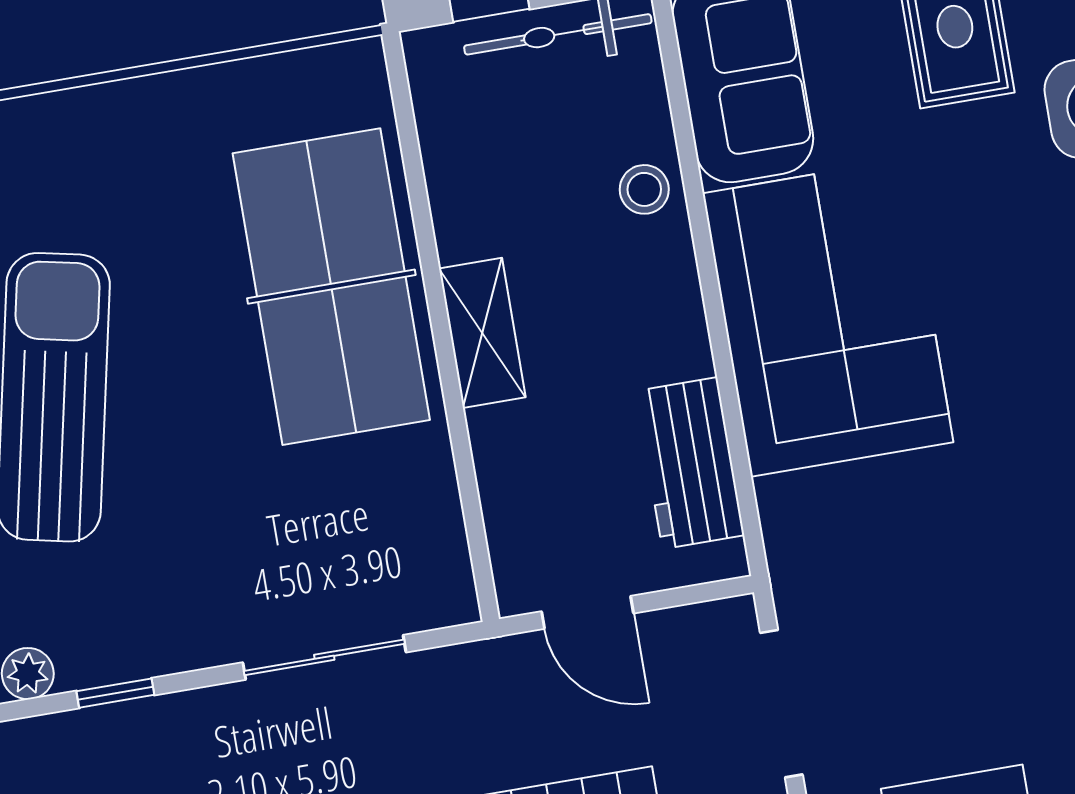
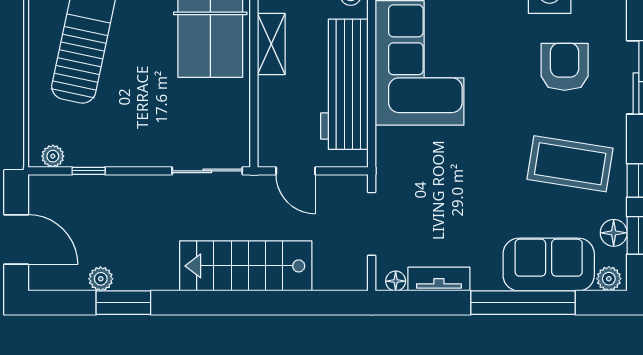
workbench: (690, 463) -> (344, 84), width x1.88, depth x1.32
sliding door: (324, 657) -> (207, 171), moved

